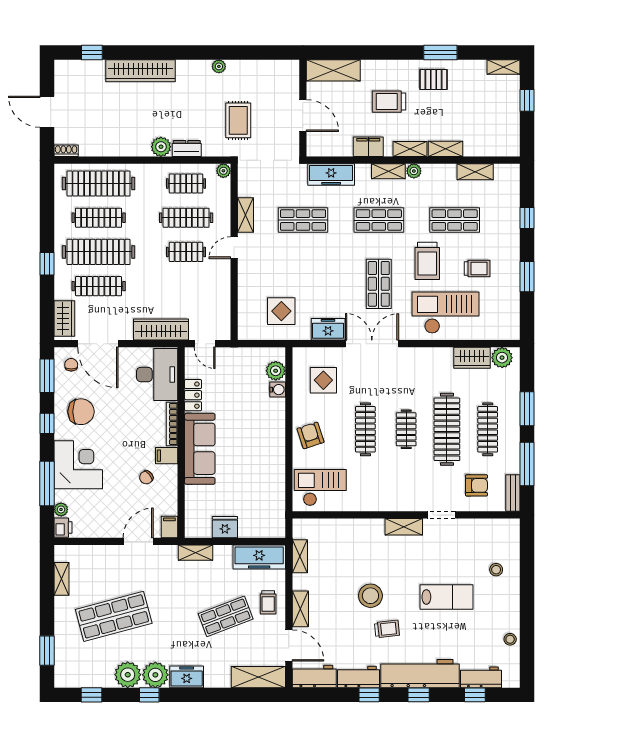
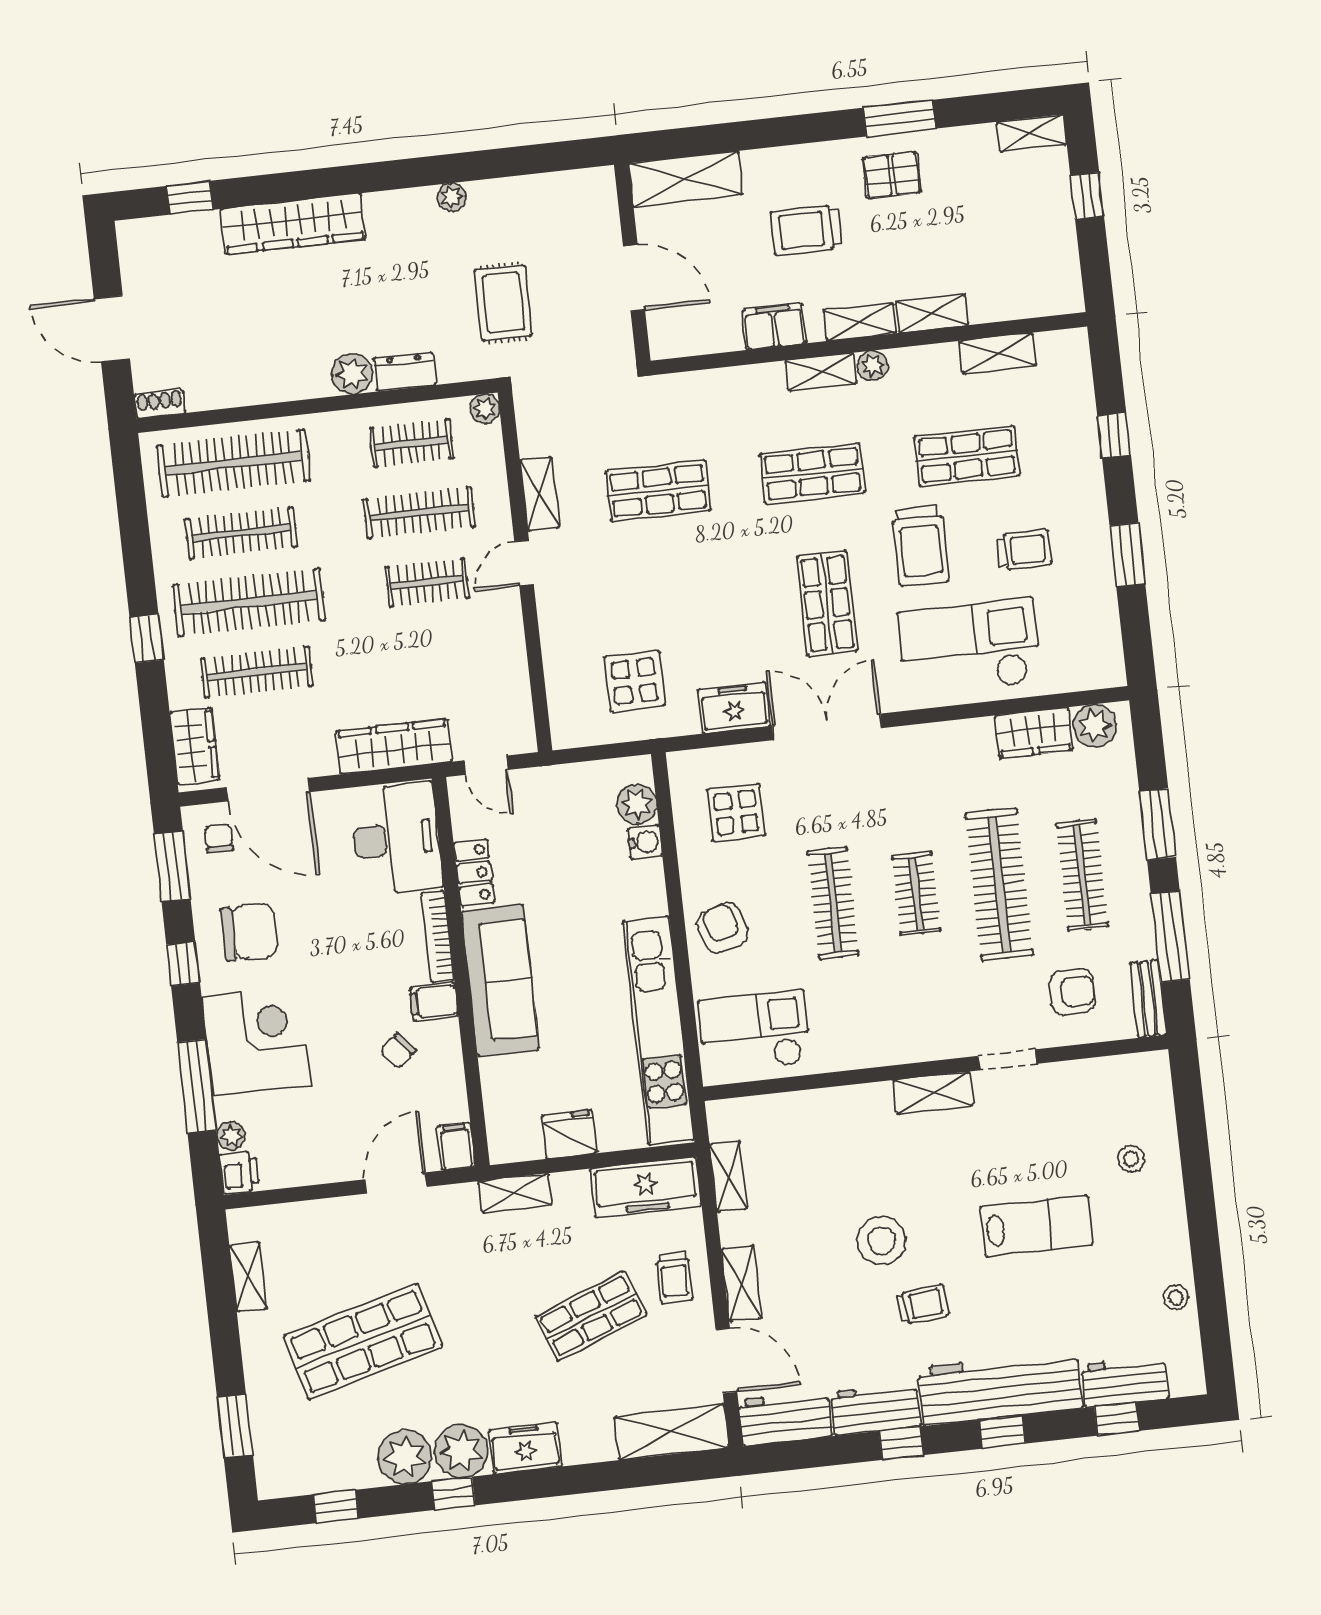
freezer: (331, 174) -> (705, 392), removed
kitchen unit: (274, 482) -> (659, 1030), added

